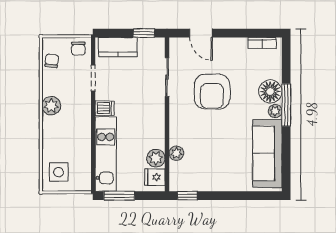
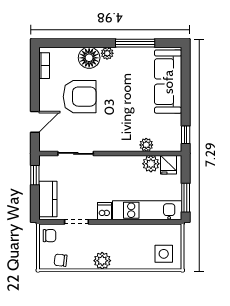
armchair: (212, 92) -> (80, 97), moved
window: (286, 105) -> (135, 43), moved
sofa: (267, 153) -> (168, 82), moved, turned 90

